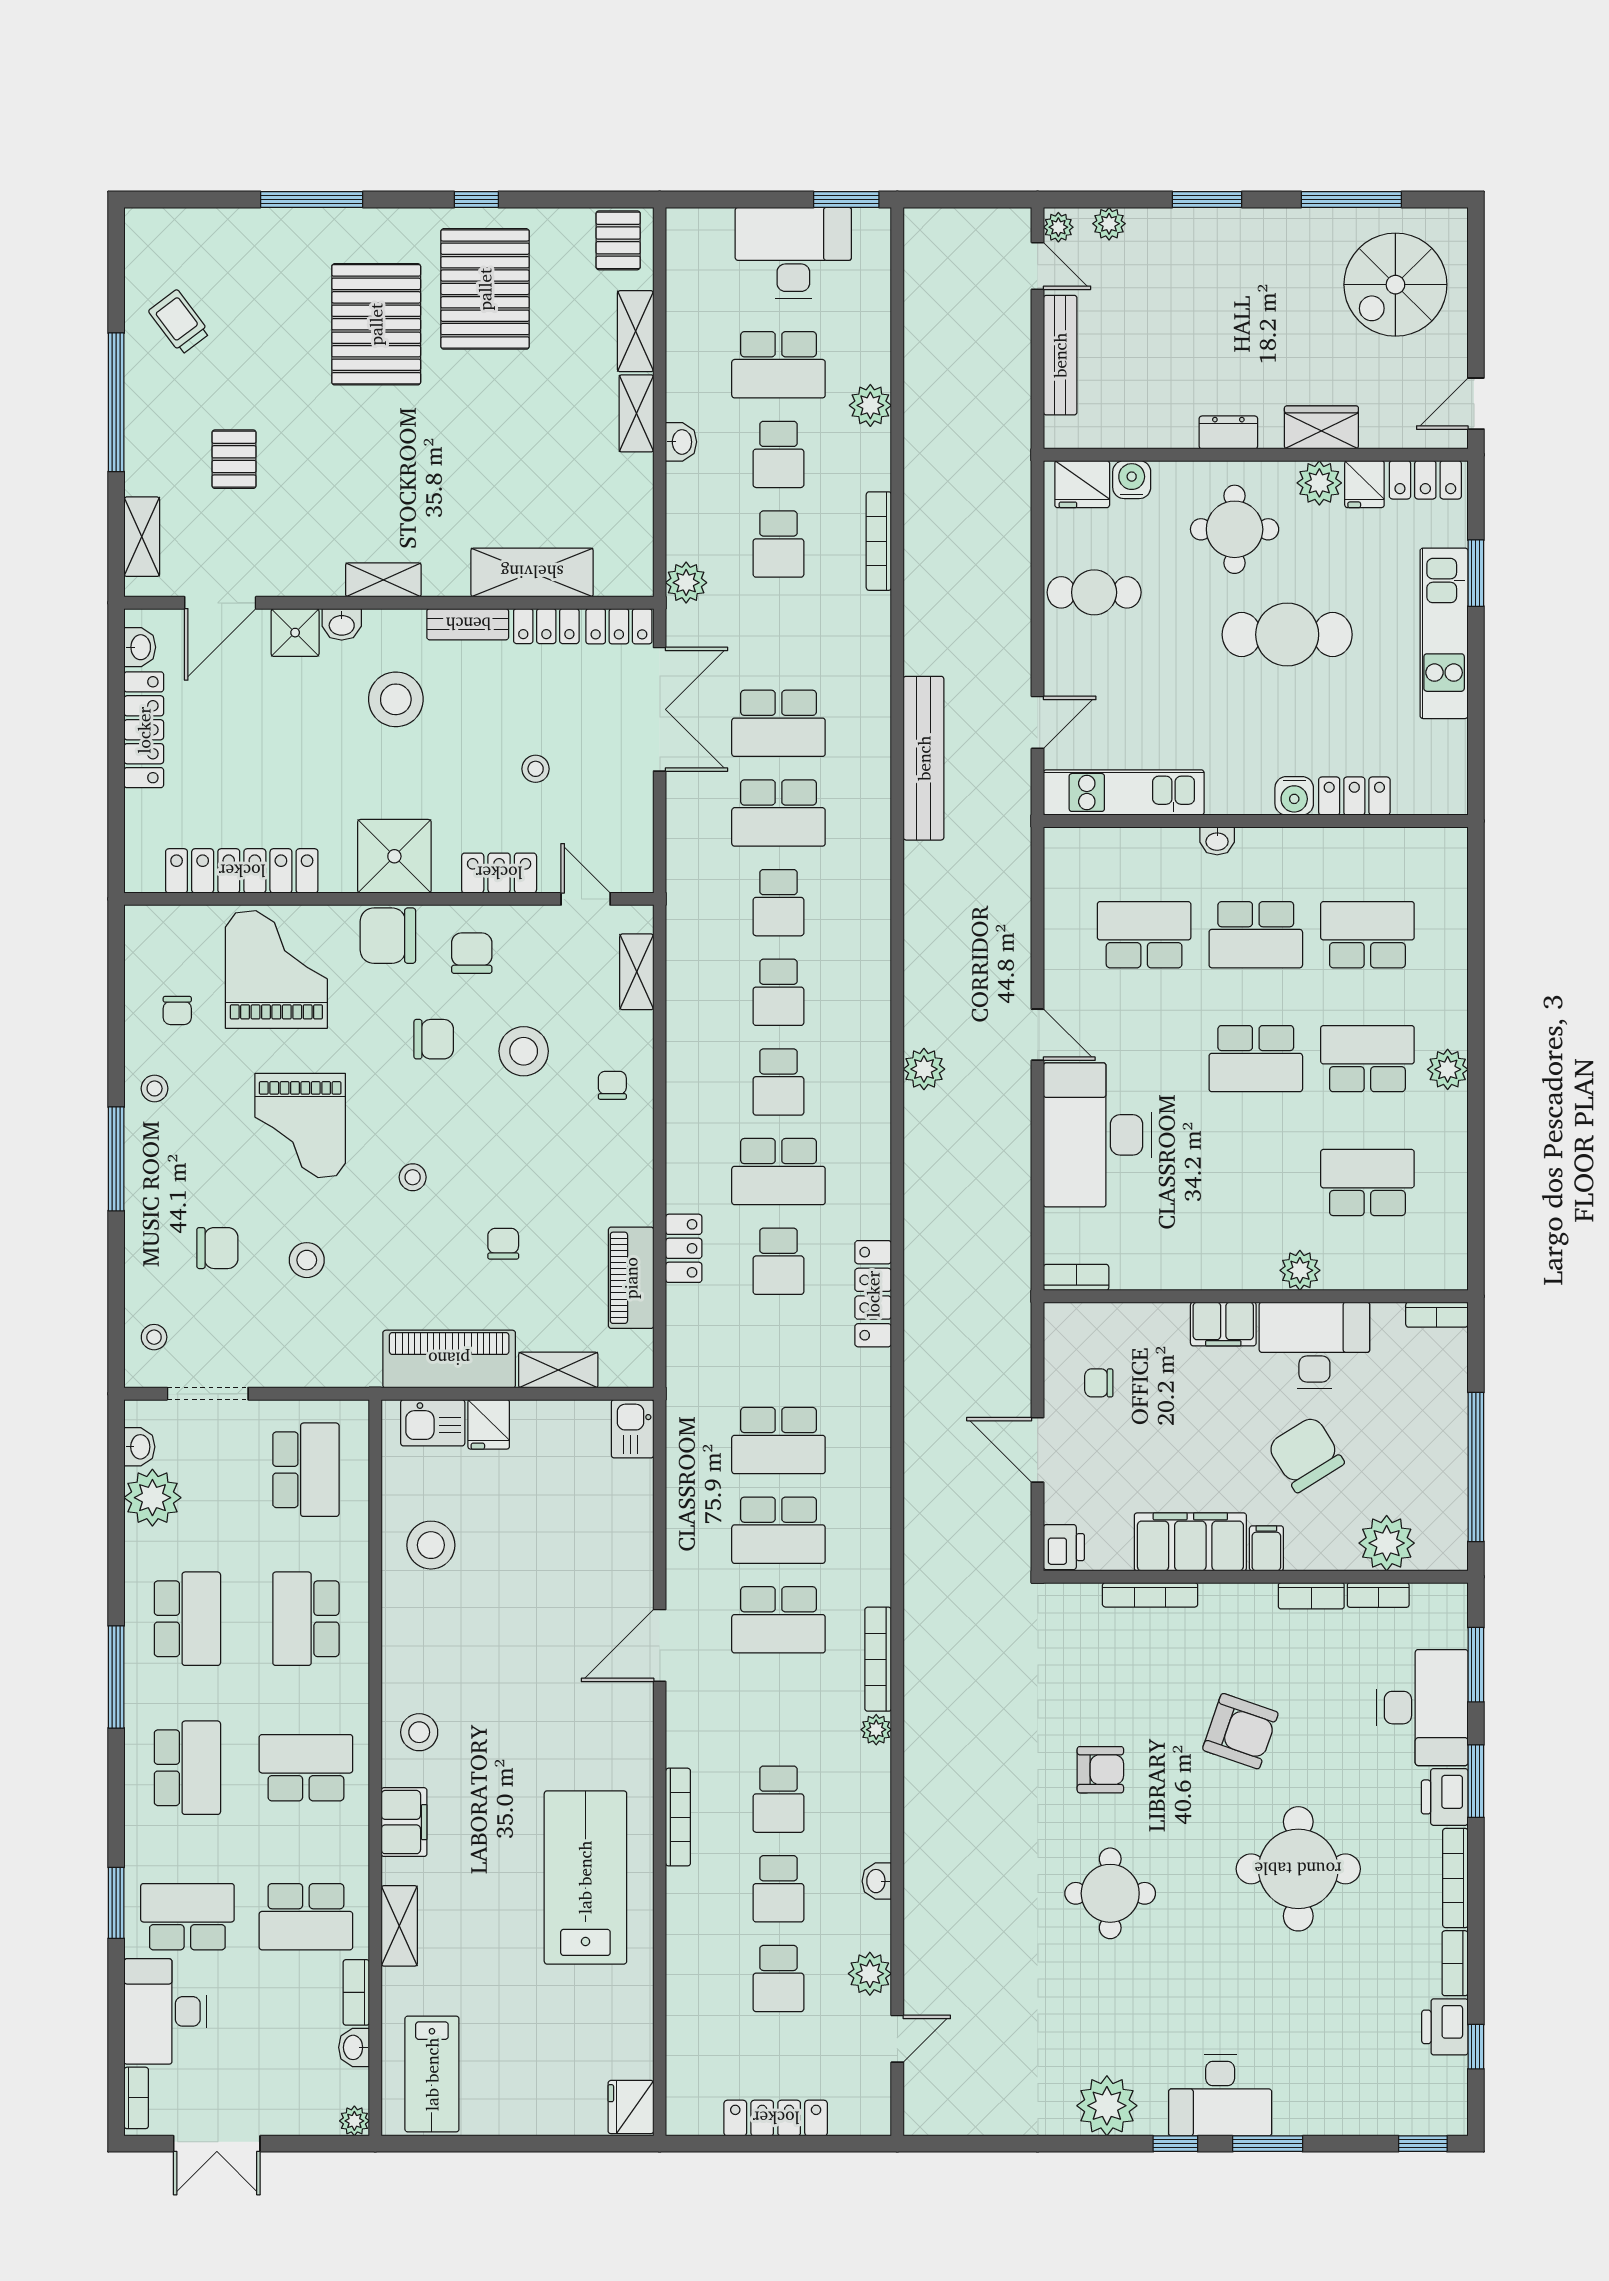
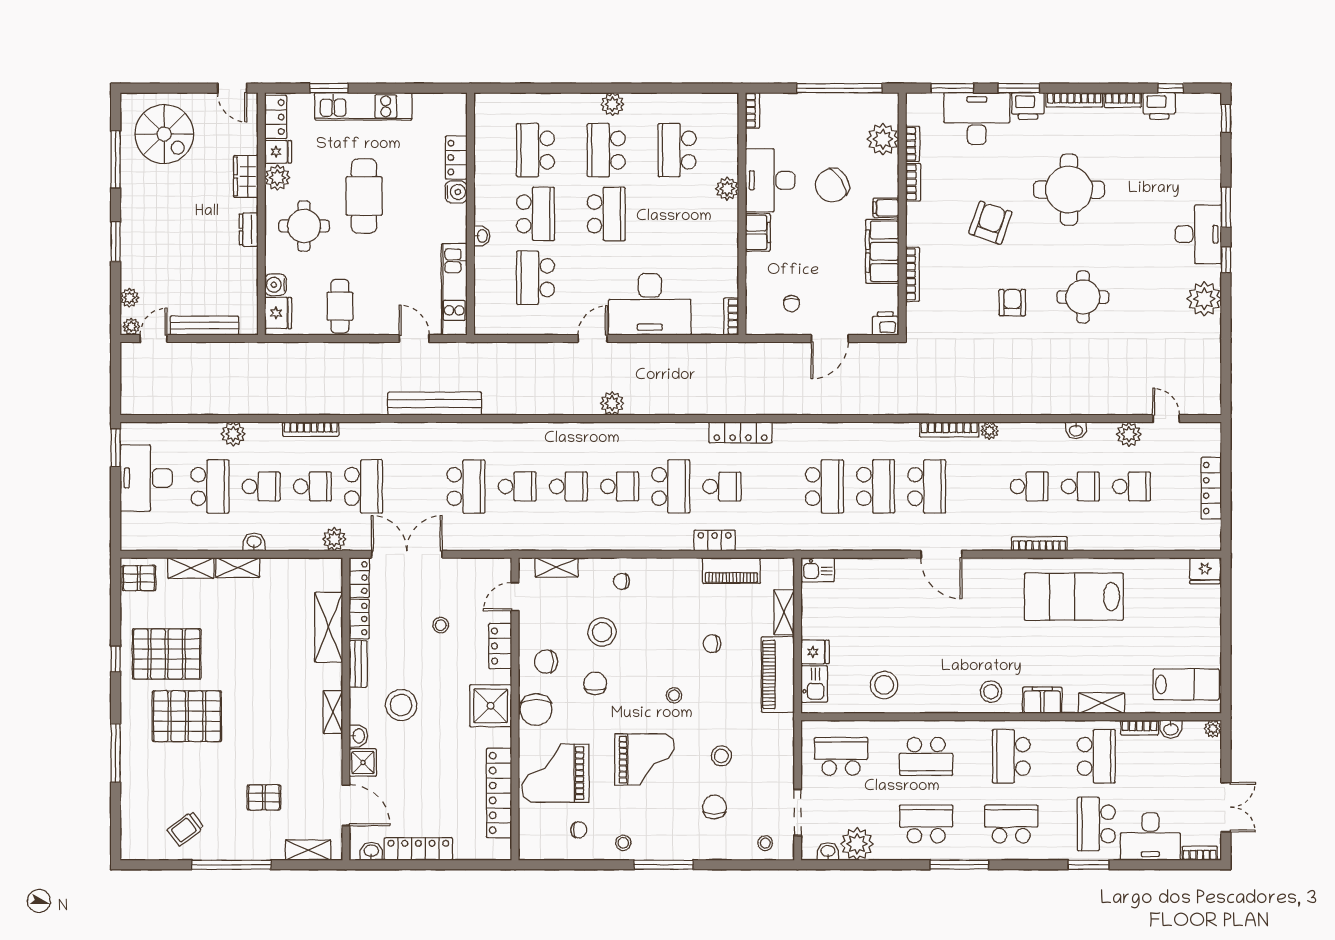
school desk: (778, 723) -> (364, 486), moved

